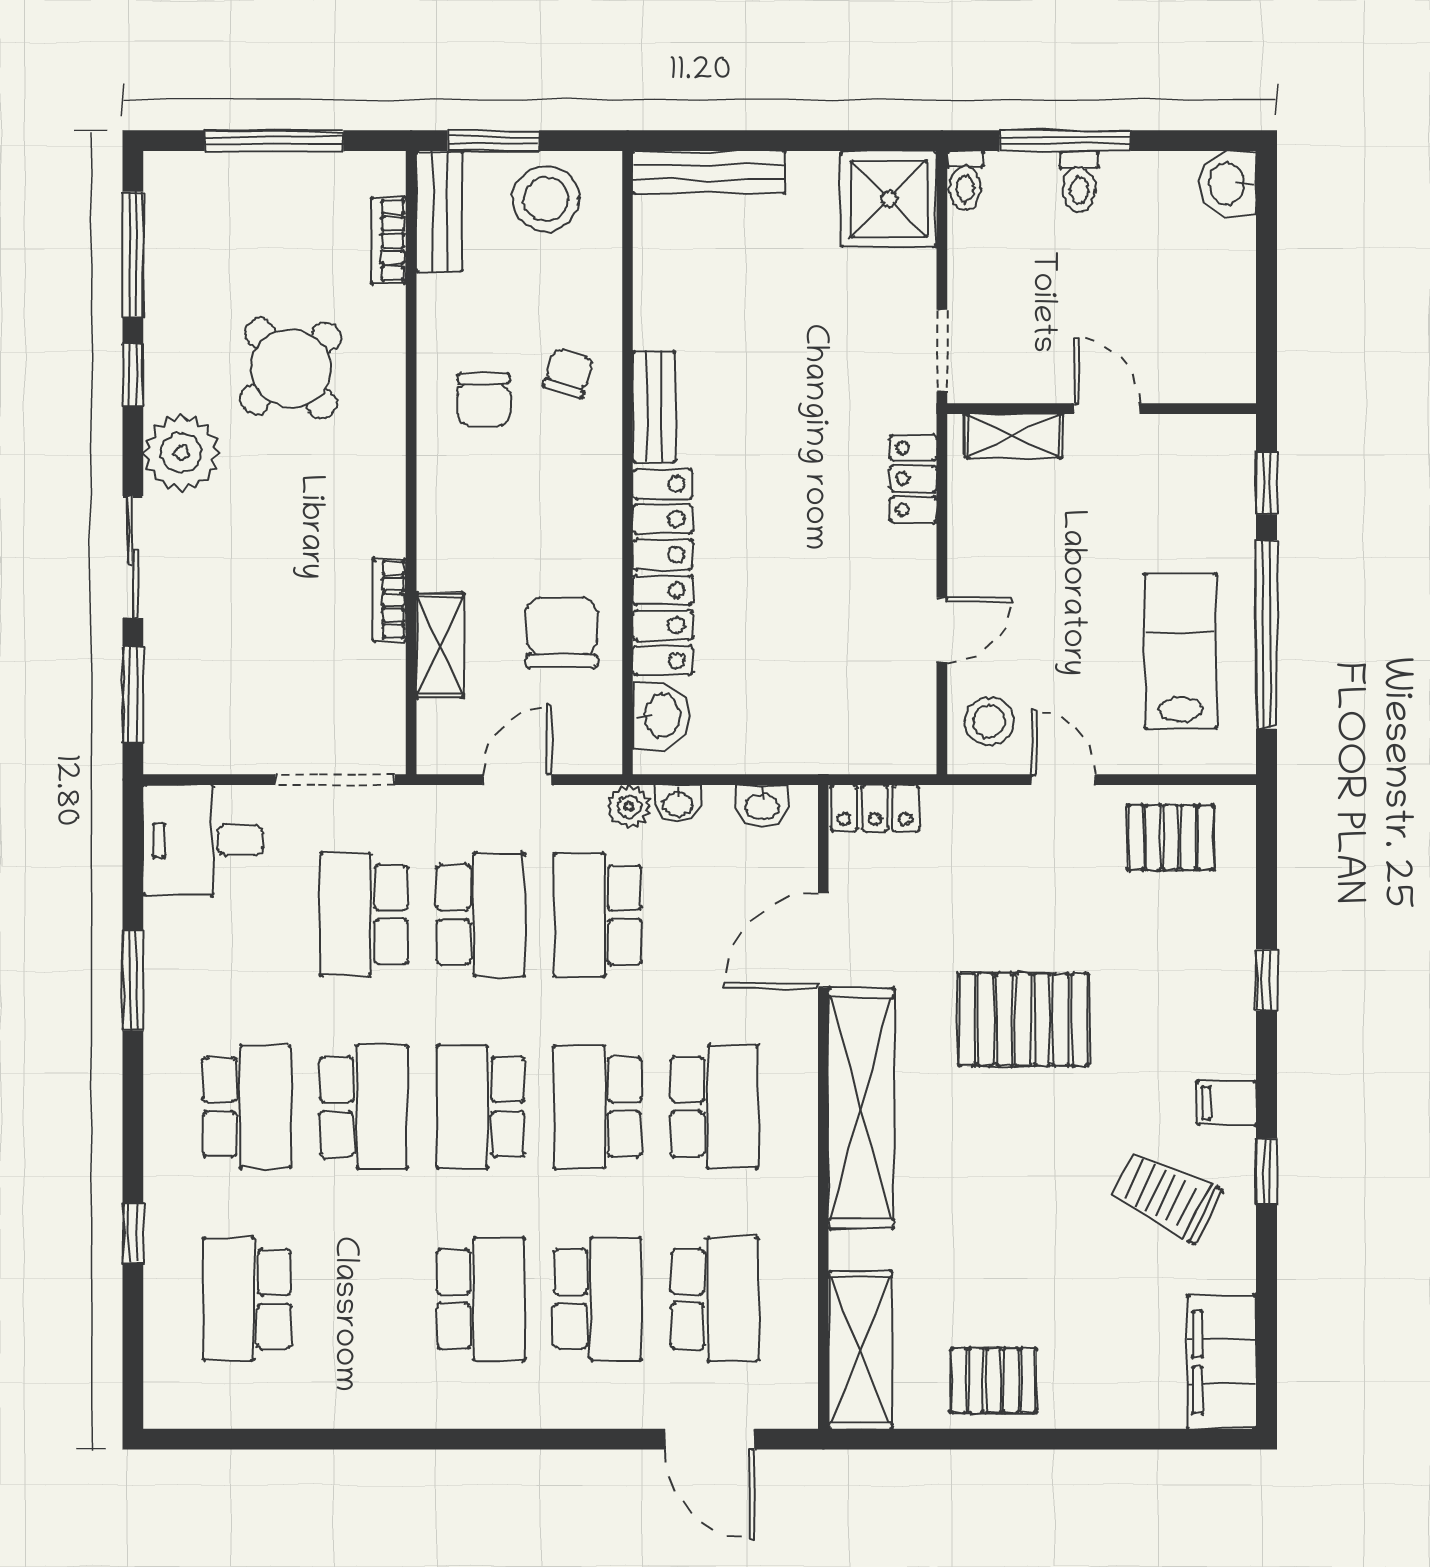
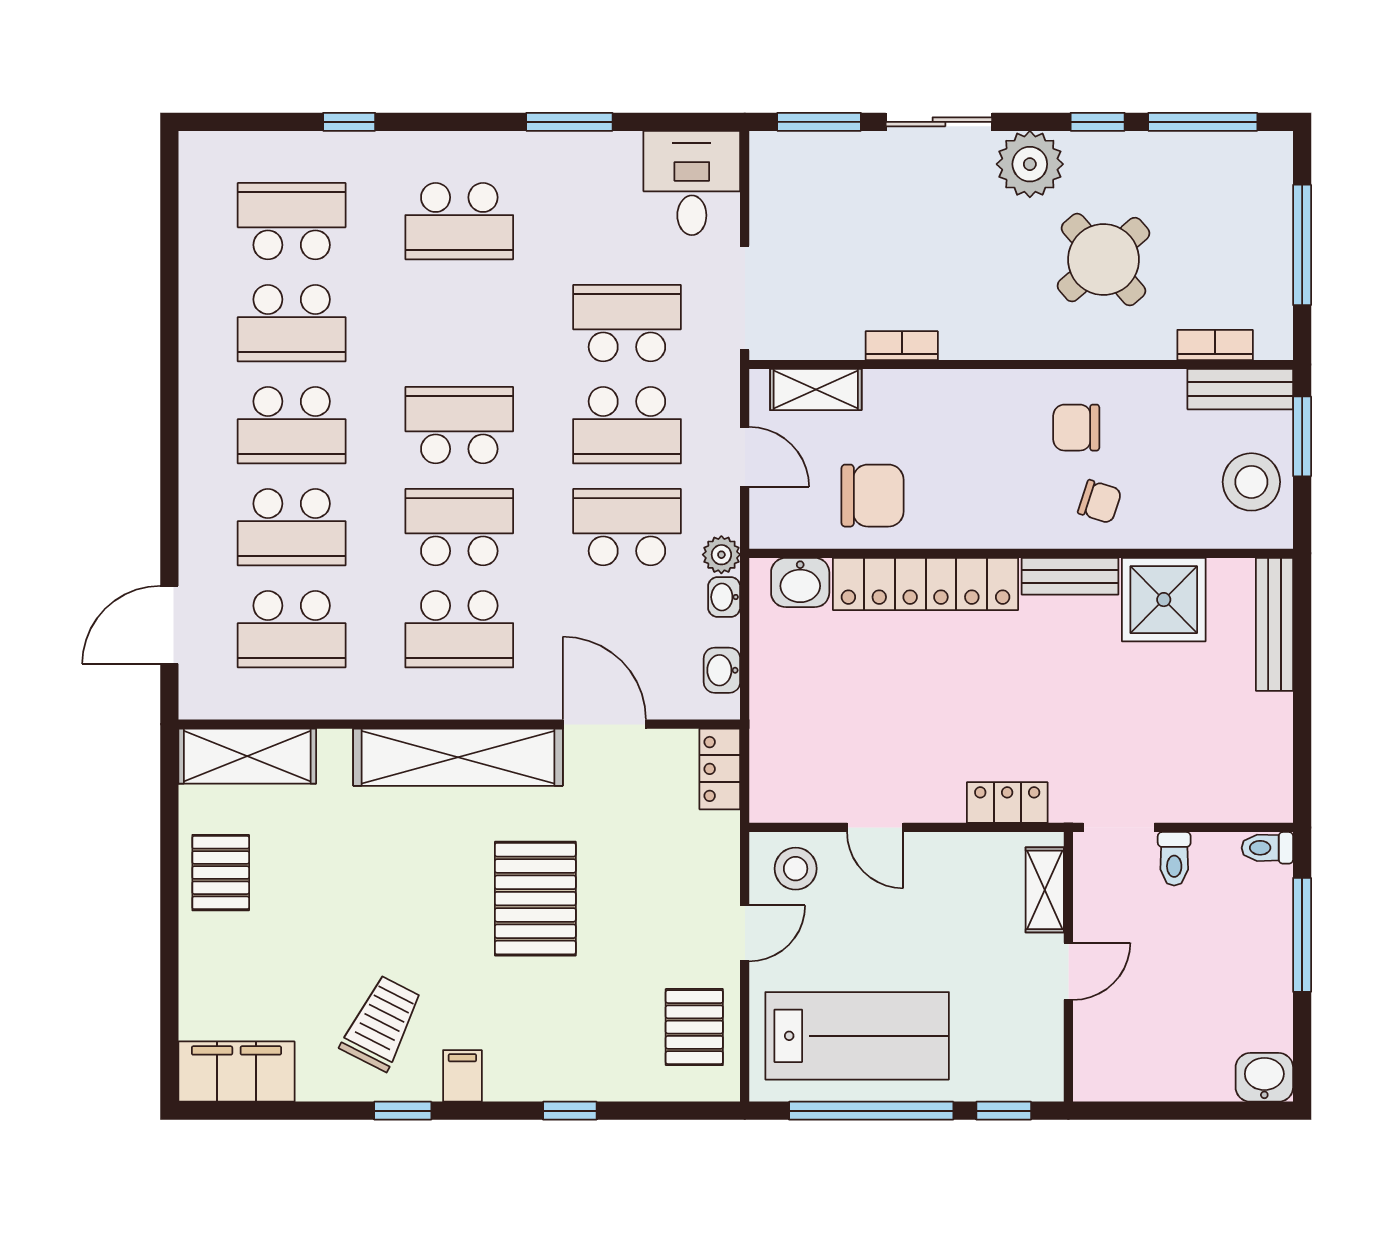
toilet: (1079, 182) -> (1174, 859), moved, turned -90
shower: (889, 199) -> (1164, 600), moved
shelving: (440, 645) -> (816, 390), moved
lab bench: (1181, 651) -> (857, 1036), width x1.36, depth x1.39
school desk: (364, 1107) -> (292, 323), moved

